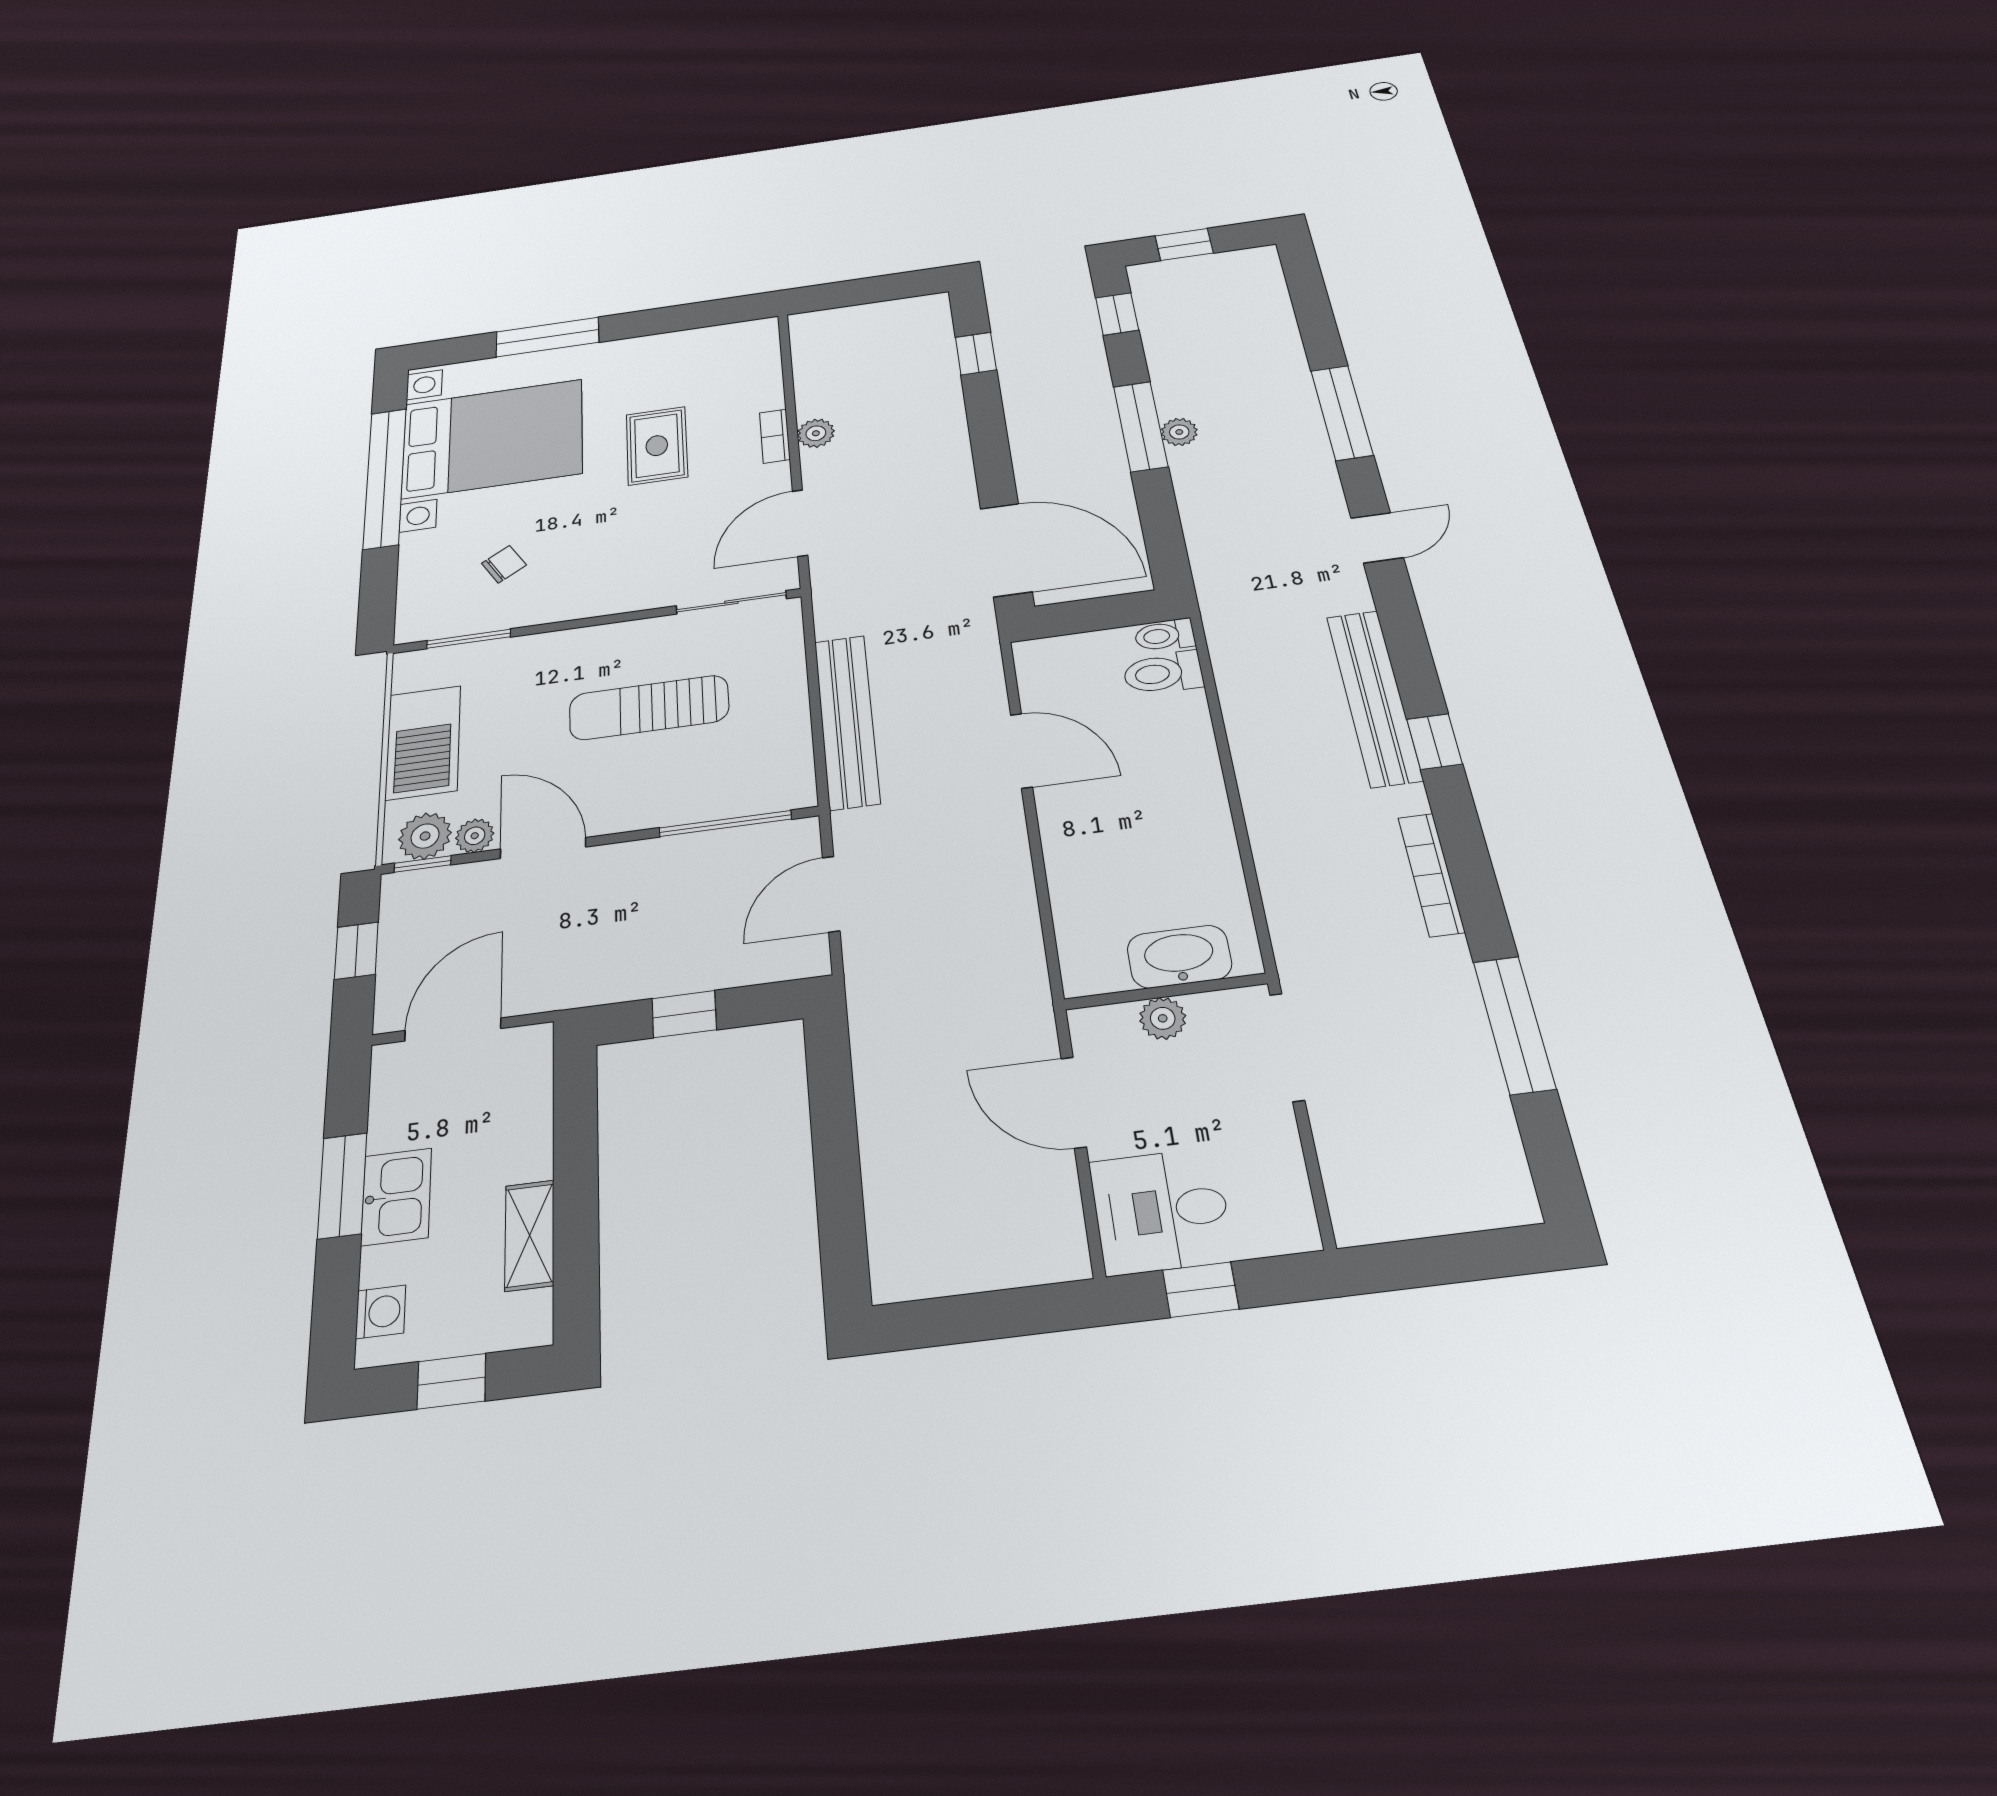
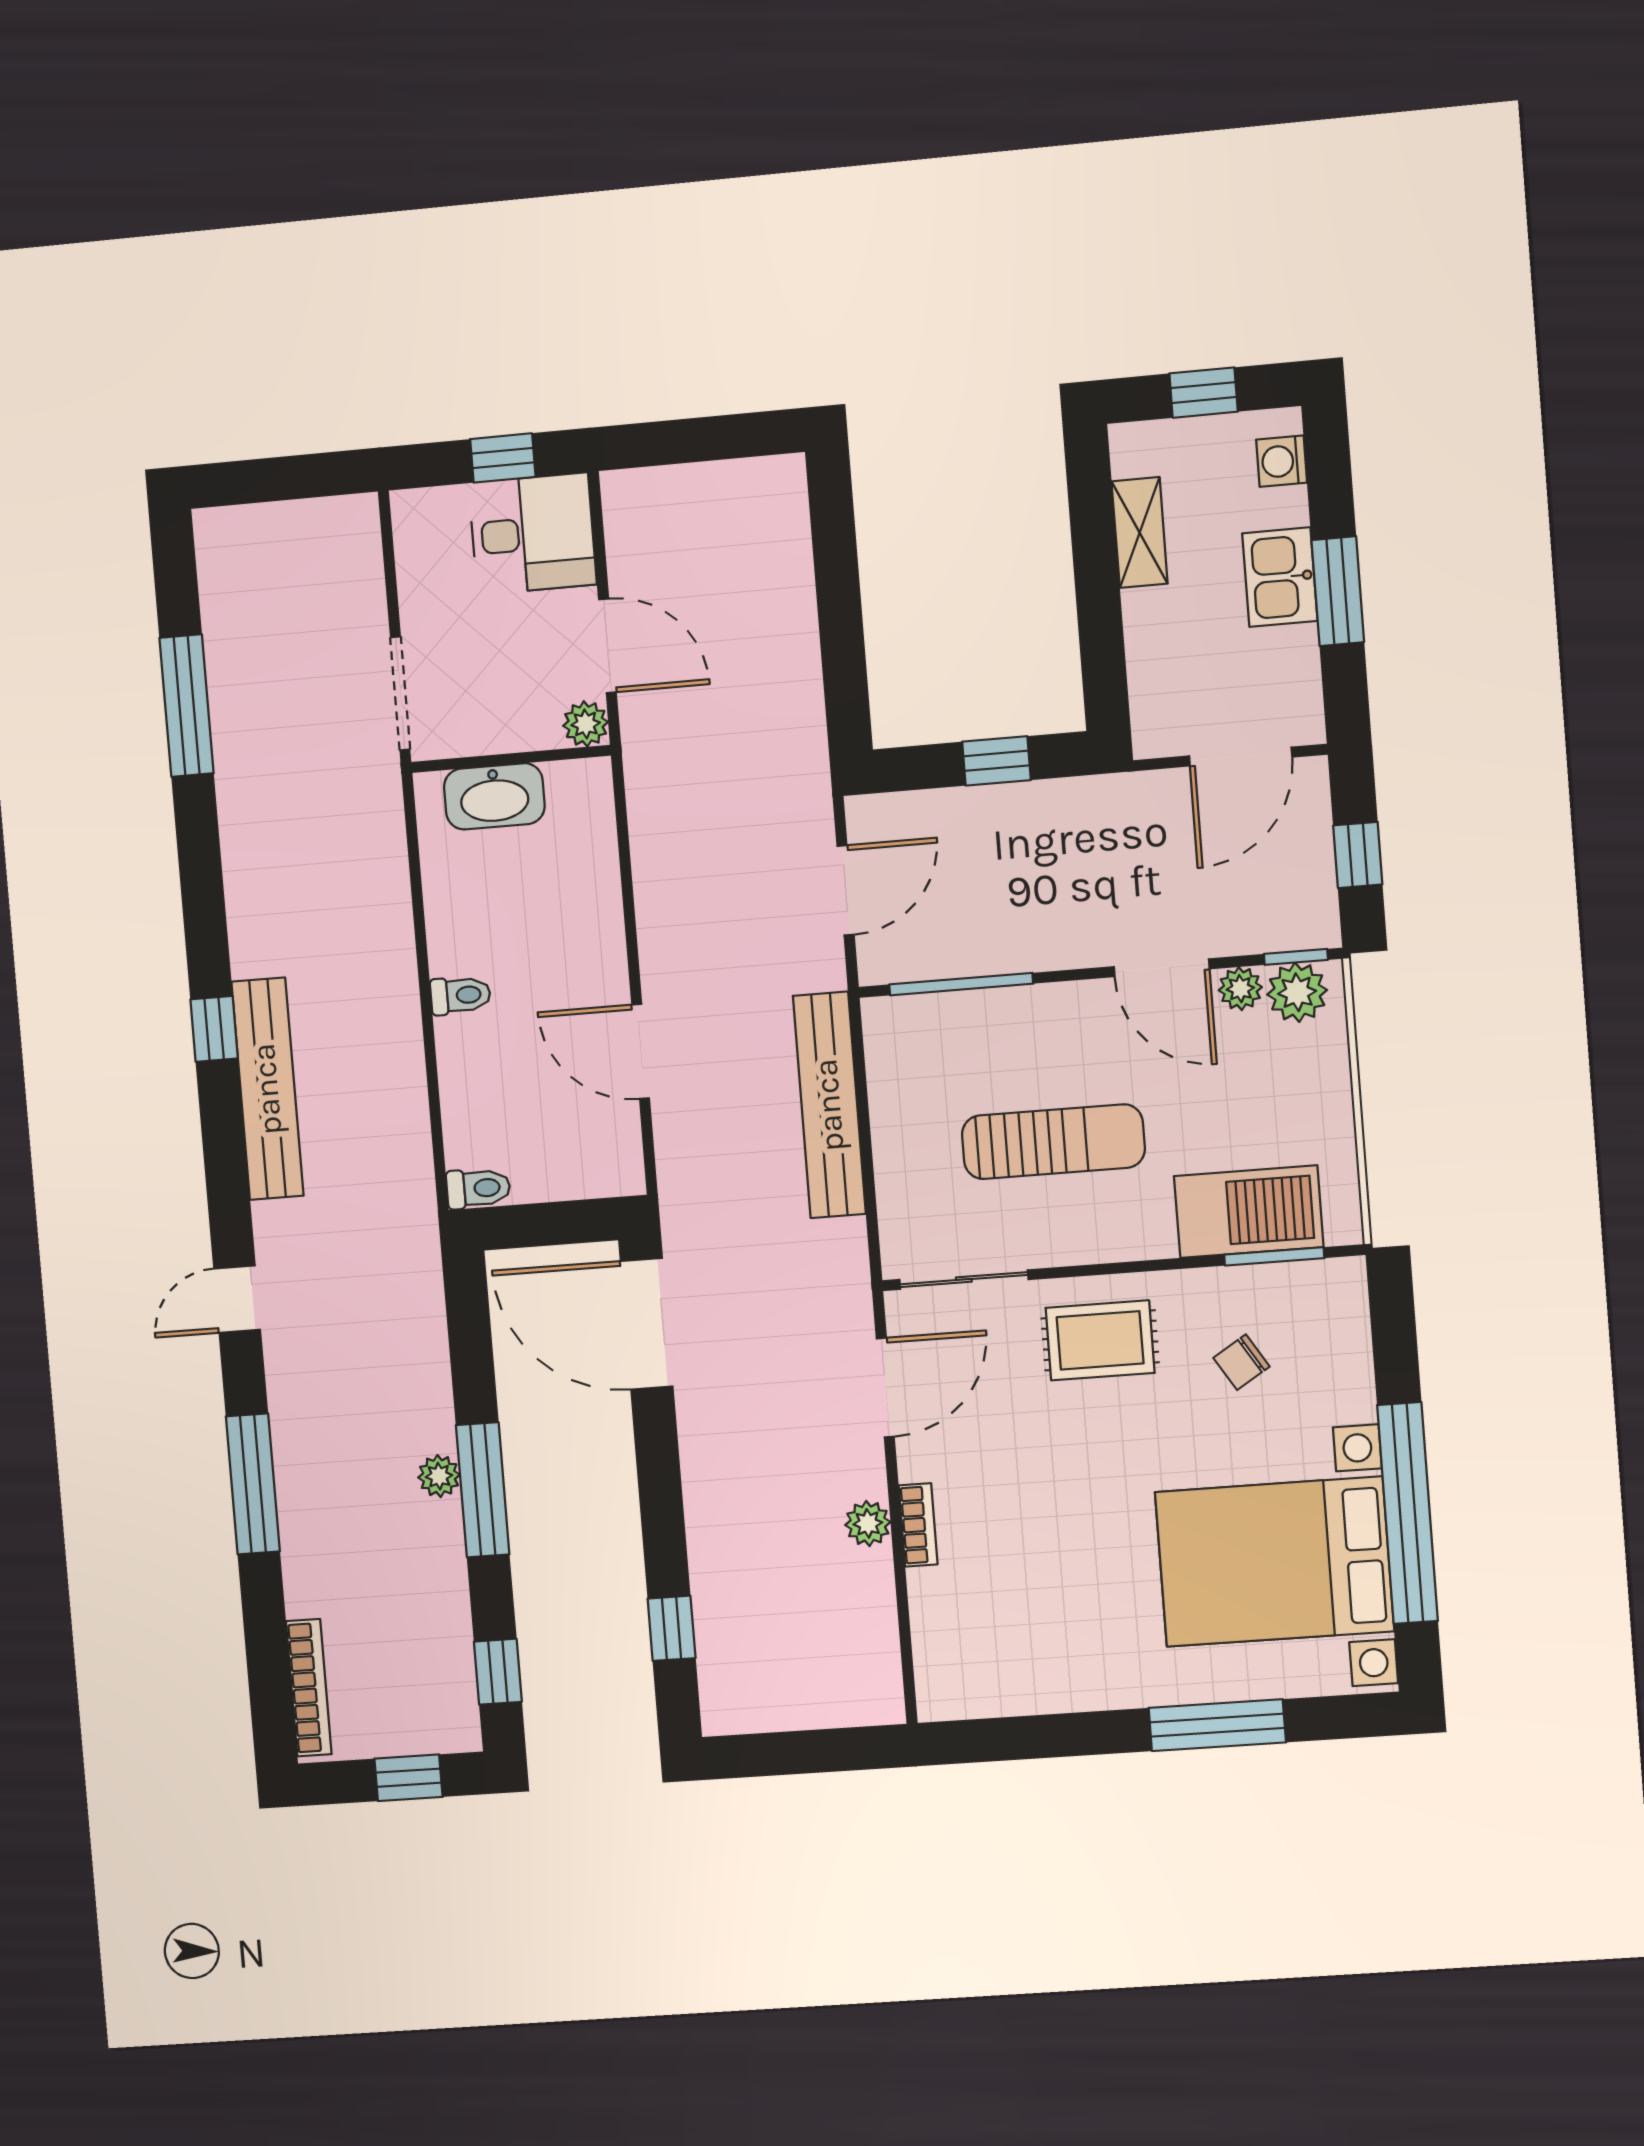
rug: (657, 446) -> (1100, 1340), moved, turned 90
toilet: (1163, 673) -> (460, 995), moved, width x0.73, depth x0.72
barbecue: (423, 742) -> (1249, 1212), moved, turned 90
bookcase: (1431, 874) -> (309, 1688), moved
plant: (1163, 1018) -> (586, 724), moved

